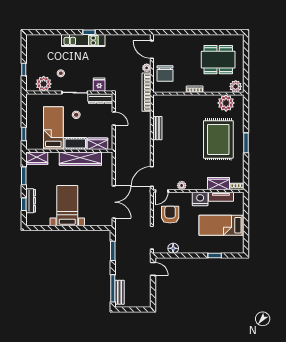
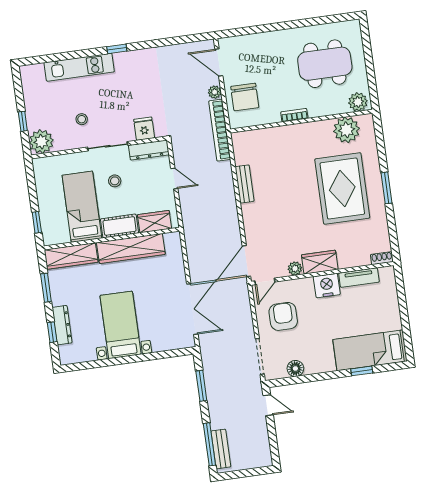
kitchen unit: (83, 40) -> (79, 67), moved
plant: (44, 84) -> (41, 142), moved
wardrobe: (37, 158) -> (71, 256), width x1.50
wardrobe: (218, 184) -> (320, 262), moved
bed: (222, 225) -> (370, 350), moved

